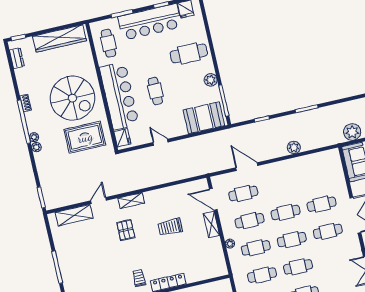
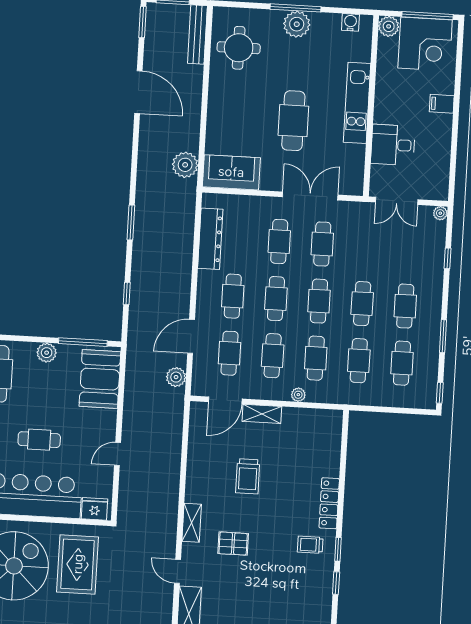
plant: (294, 147) -> (176, 377), moved
dresser: (311, 161) -> (210, 239), added
cafe table: (279, 185) -> (233, 296), added

